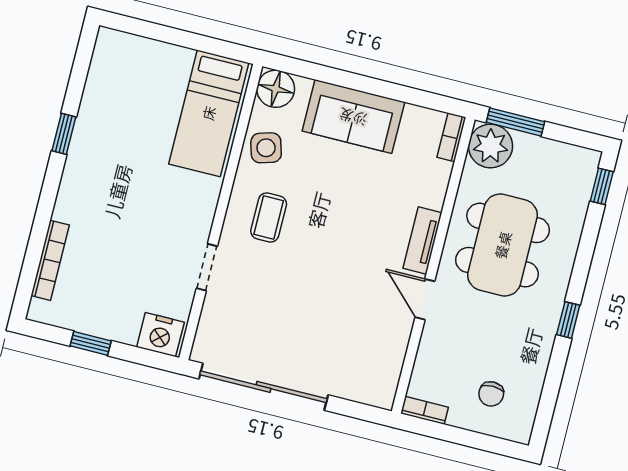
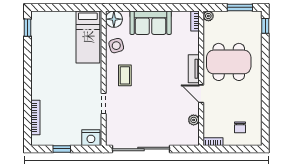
window: (515, 122) -> (240, 7), moved
window: (64, 134) -> (28, 28), moved
plant: (491, 146) -> (208, 16), width x0.53, depth x0.53
dining table: (503, 245) -> (229, 62), turned 90
window: (568, 320) -> (265, 87), removed
plant: (394, 352) -> (194, 120), added

